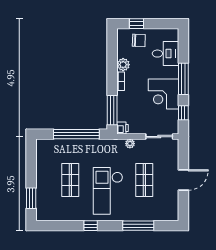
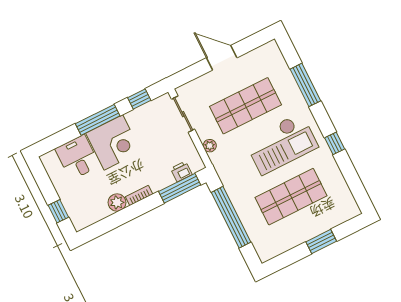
chair: (139, 40) -> (78, 198), removed
corner desk: (164, 94) -> (113, 142), moved
printer: (122, 128) -> (181, 172), moved
shop shelf: (70, 180) -> (291, 197), width x1.43, depth x1.36
shop shelf: (144, 180) -> (246, 106), width x1.43, depth x1.36
window: (31, 198) -> (321, 241), moved

